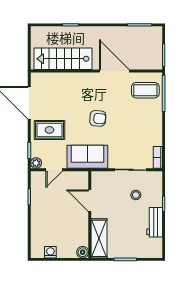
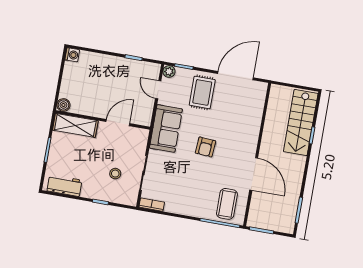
stairs: (63, 59) -> (301, 123), moved, turned 180
door: (114, 71) -> (254, 174), hinge flipped
workbench: (155, 222) -> (64, 186), moved
washing machine: (50, 252) -> (72, 55), moved

